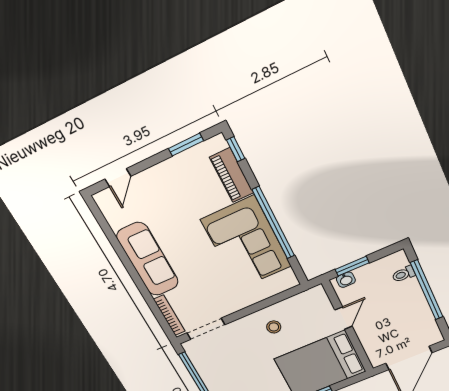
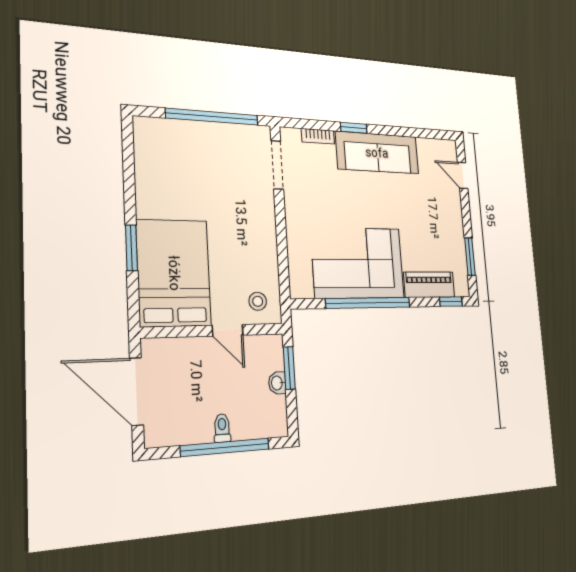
toilet: (403, 274) -> (222, 428), moved
washbasin: (346, 280) -> (277, 383), moved
window: (140, 285) -> (354, 128), added
bookcase: (169, 315) -> (318, 136), width x0.64
stool: (274, 327) -> (258, 301), moved

